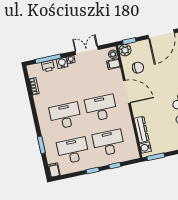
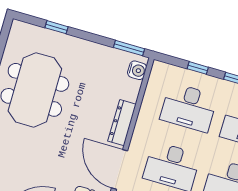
dresser: (141, 129) -> (122, 123), moved

